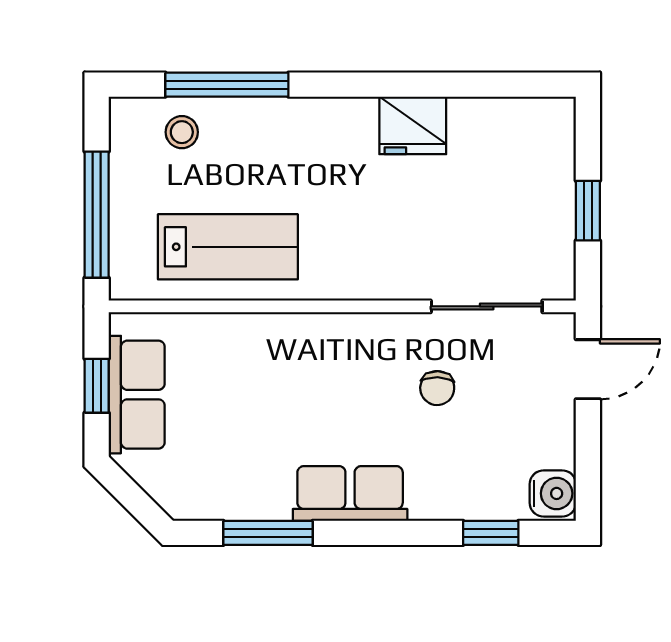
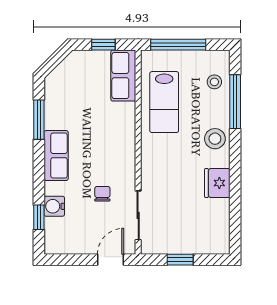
stool: (312, 131) -> (215, 139), added
door: (588, 369) -> (111, 260), swing flipped
chair: (437, 388) -> (102, 194), turned 88
row of seats: (137, 395) -> (123, 76), moved, turned 90
water cooler: (553, 493) -> (54, 206), moved, turned 90

